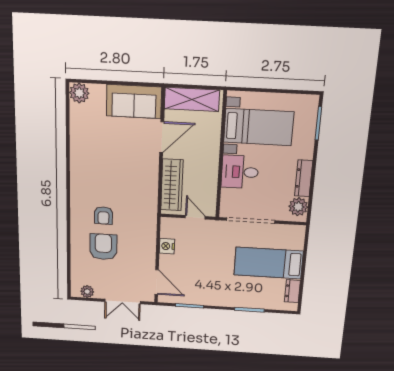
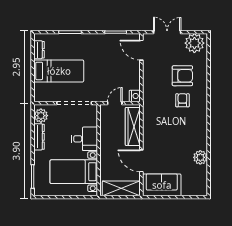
plant: (79, 93) -> (200, 157), moved
door: (162, 137) -> (141, 161), hinge flipped
door: (195, 217) -> (115, 103), swing flipped
nightstand: (167, 246) -> (135, 96), moved
armchair: (103, 247) -> (182, 76), turned -90
plant: (87, 292) -> (194, 43), width x1.88, depth x1.88

